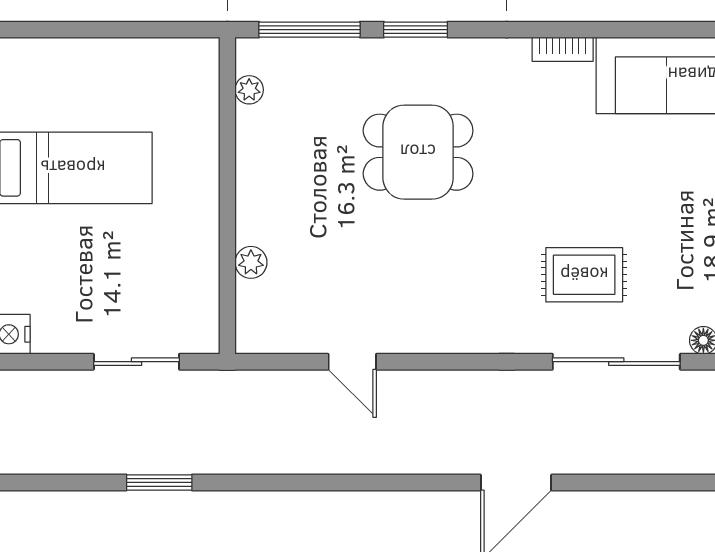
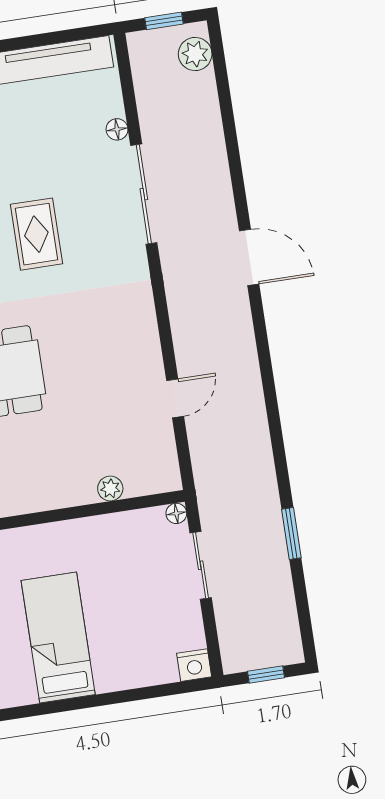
rug: (584, 275) -> (36, 234), moved
floor lamp: (207, 341) -> (176, 513), added

